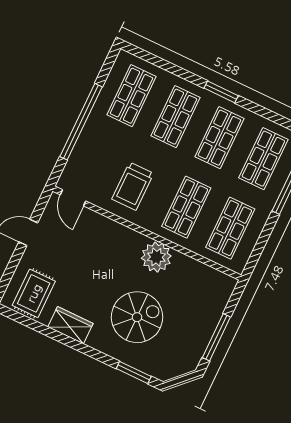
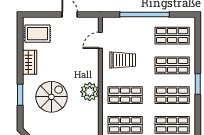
trolley: (133, 186) -> (123, 60), turned 180
door: (73, 198) -> (100, 40), moved
spiral stairs: (137, 317) -> (51, 97), turned -90
window: (134, 372) -> (20, 95), moved

